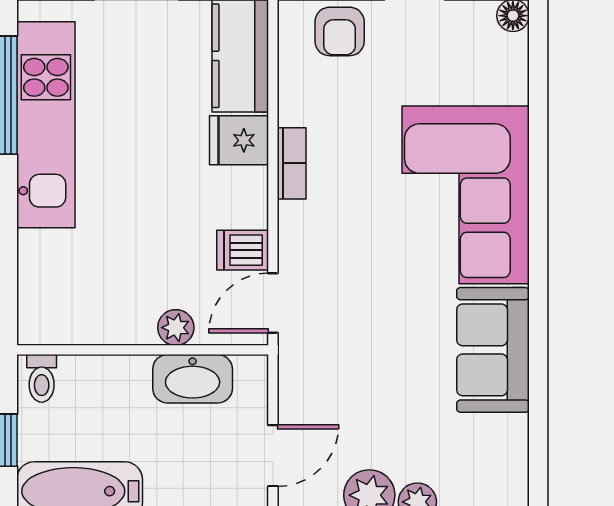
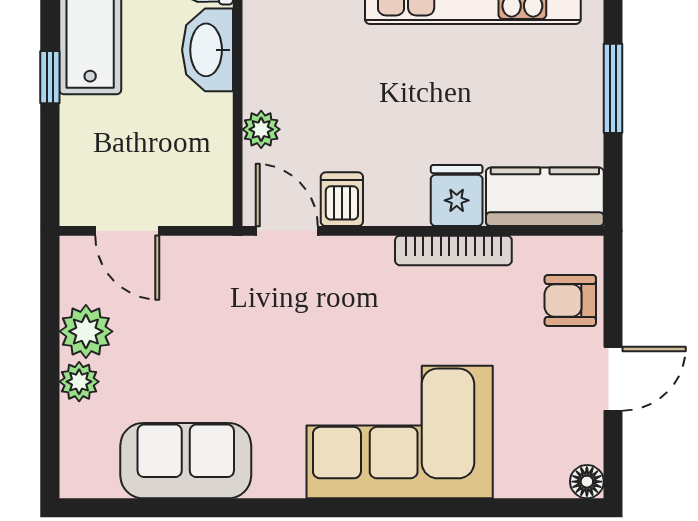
bookcase: (292, 163) -> (453, 250), width x1.56
sofa: (493, 350) -> (186, 461), moved
washbasin: (193, 379) -> (208, 50), moved

